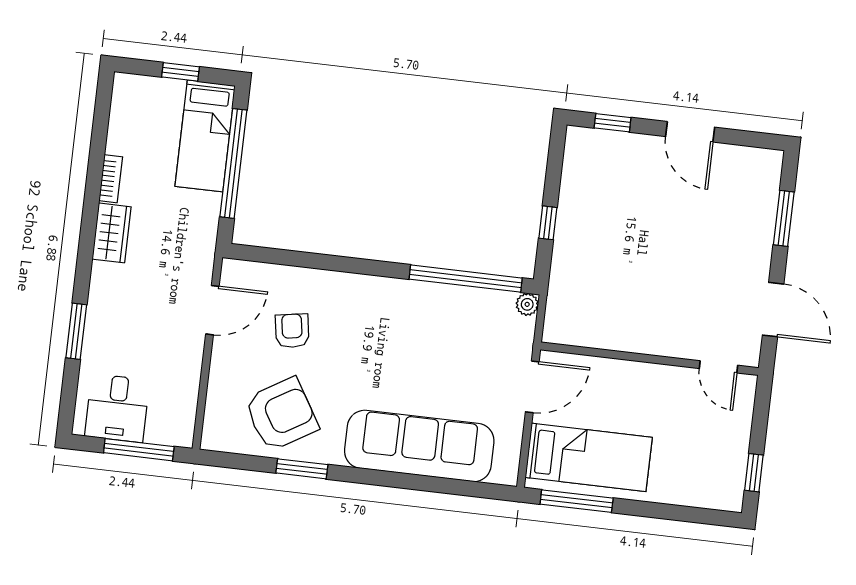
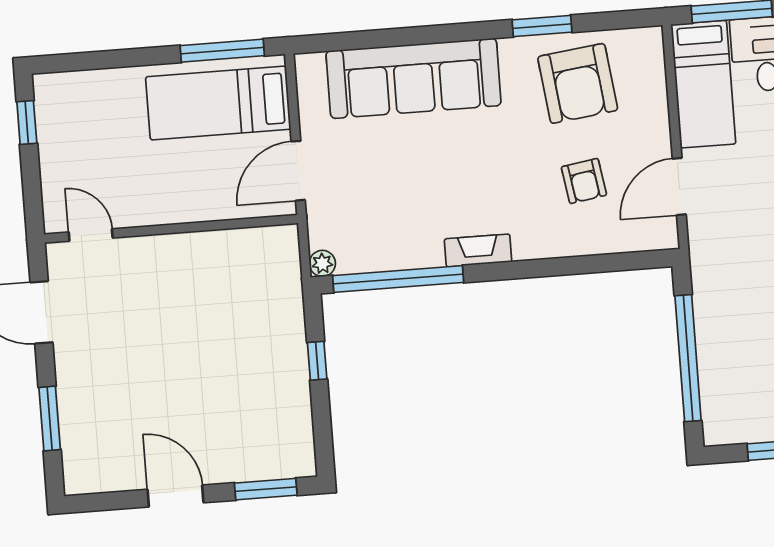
window: (613, 123) -> (266, 489), width x1.50
bed: (205, 136) -> (703, 84), moved, turned 180
fireplace: (393, 290) -> (478, 250), added
armchair: (281, 414) -> (578, 83), turned -66

